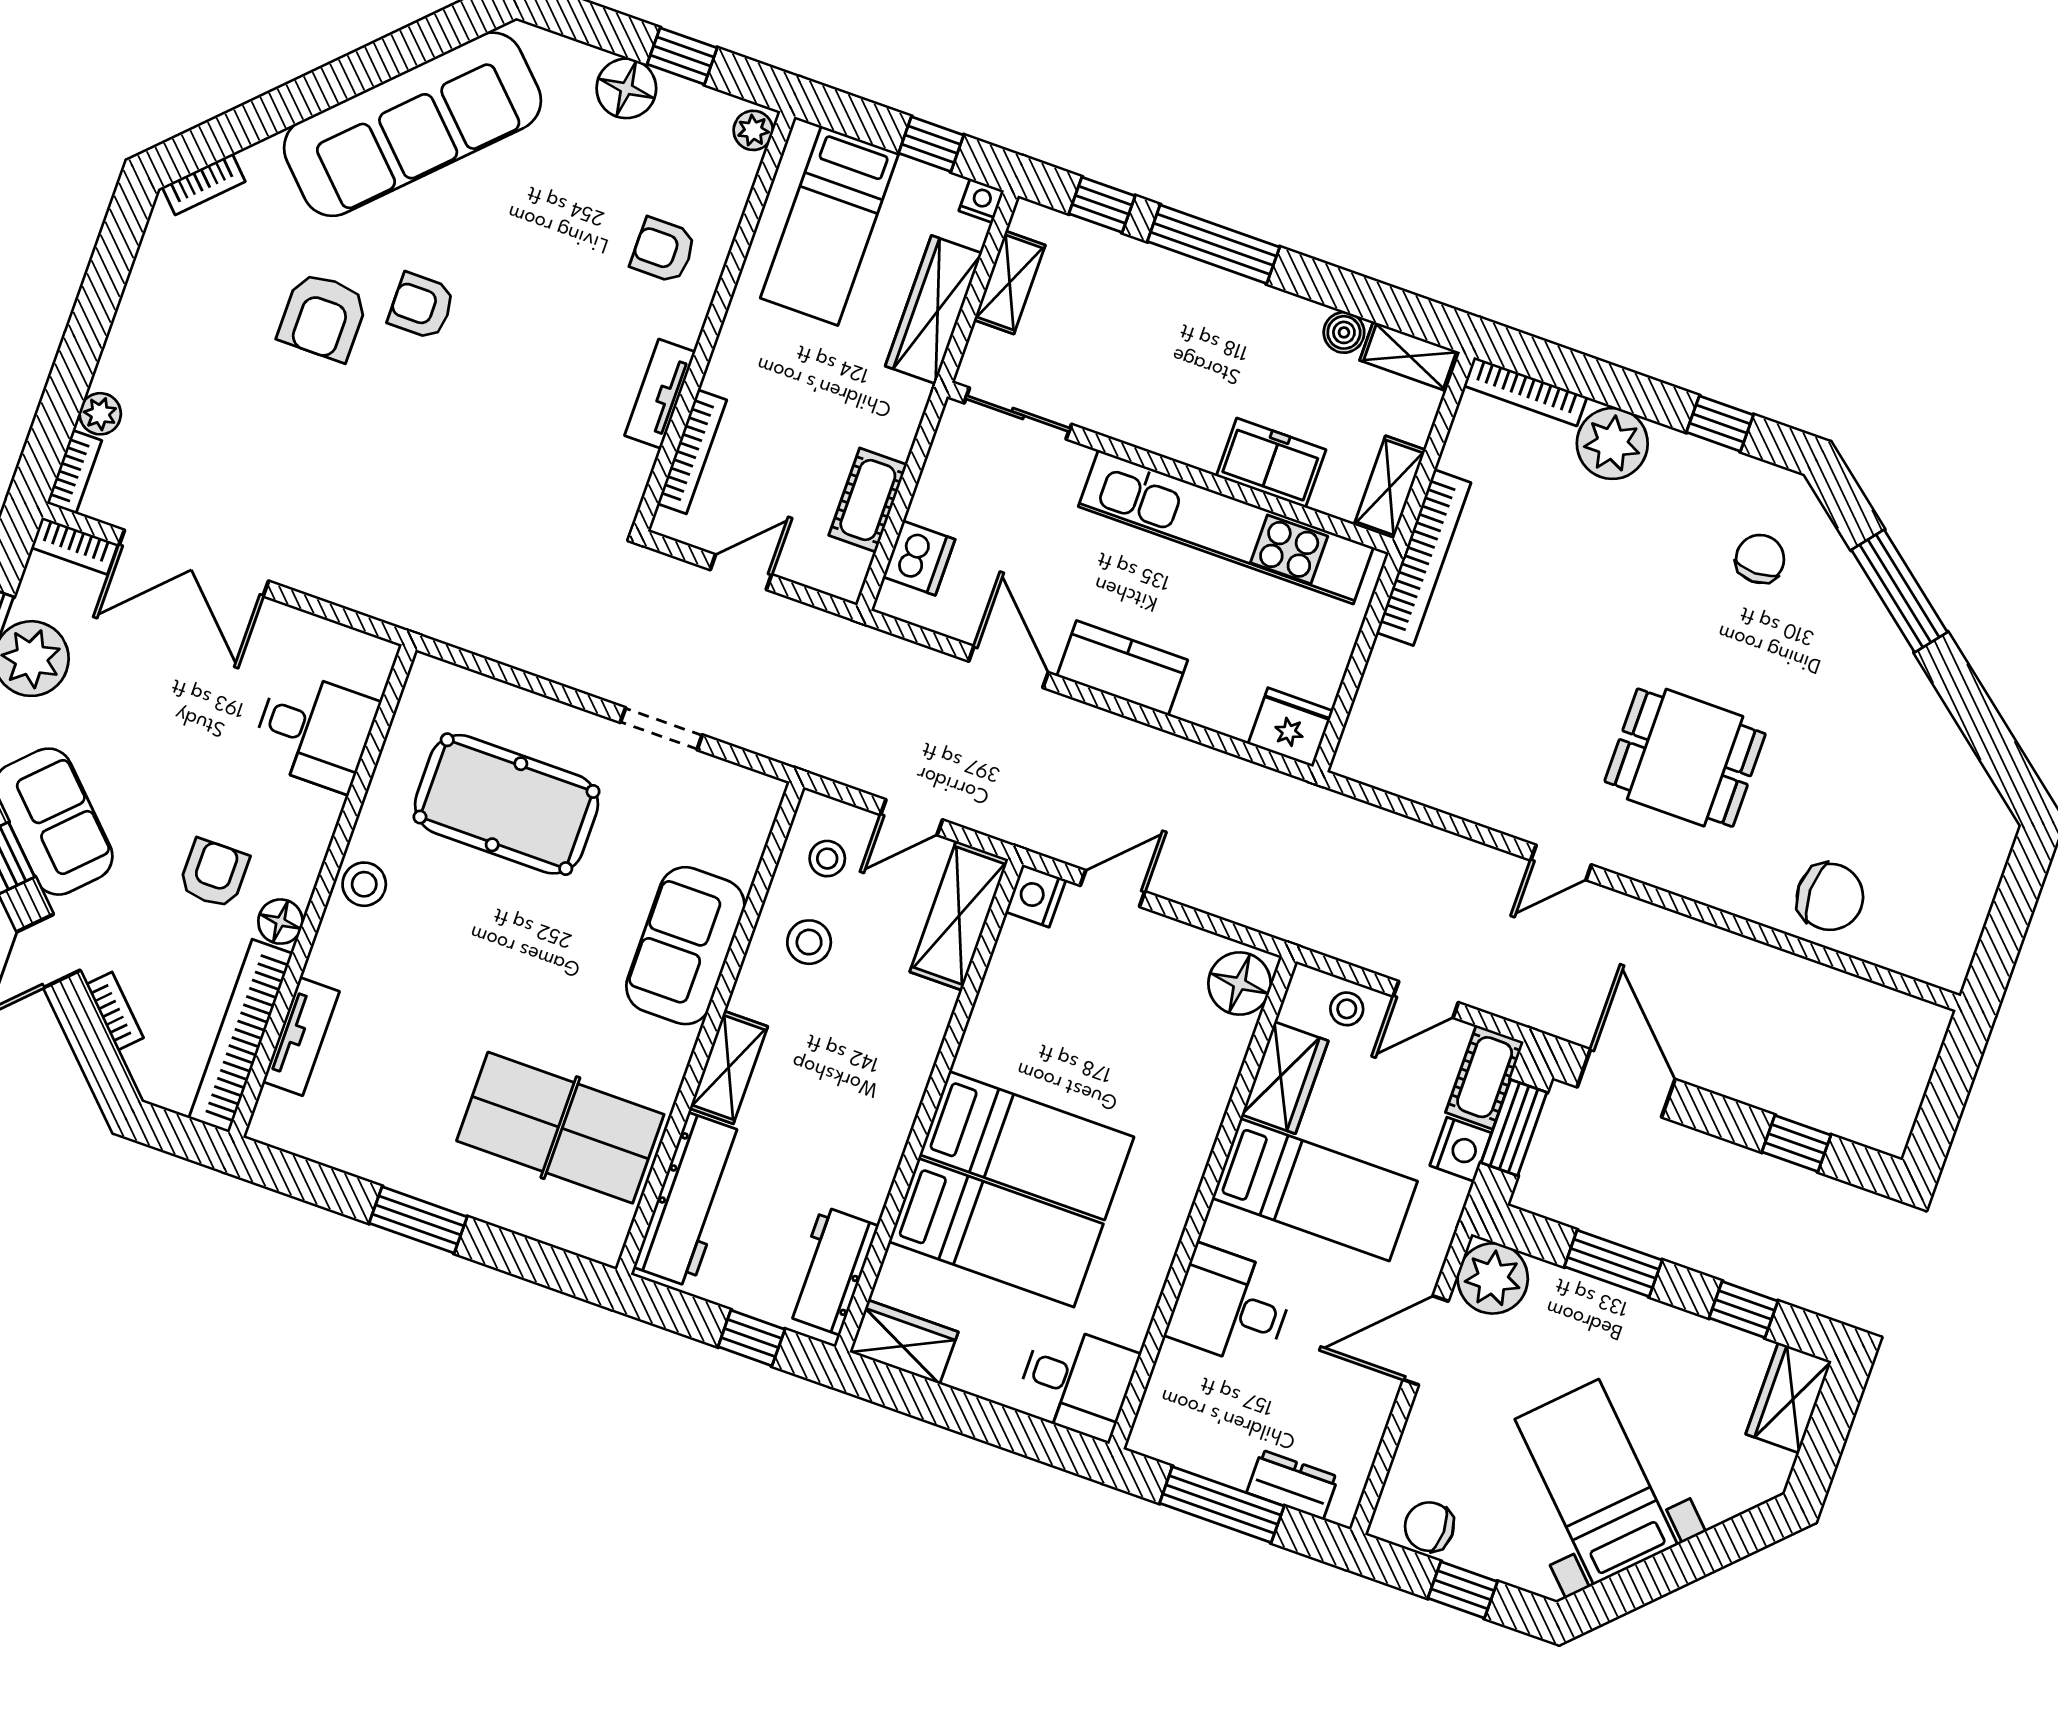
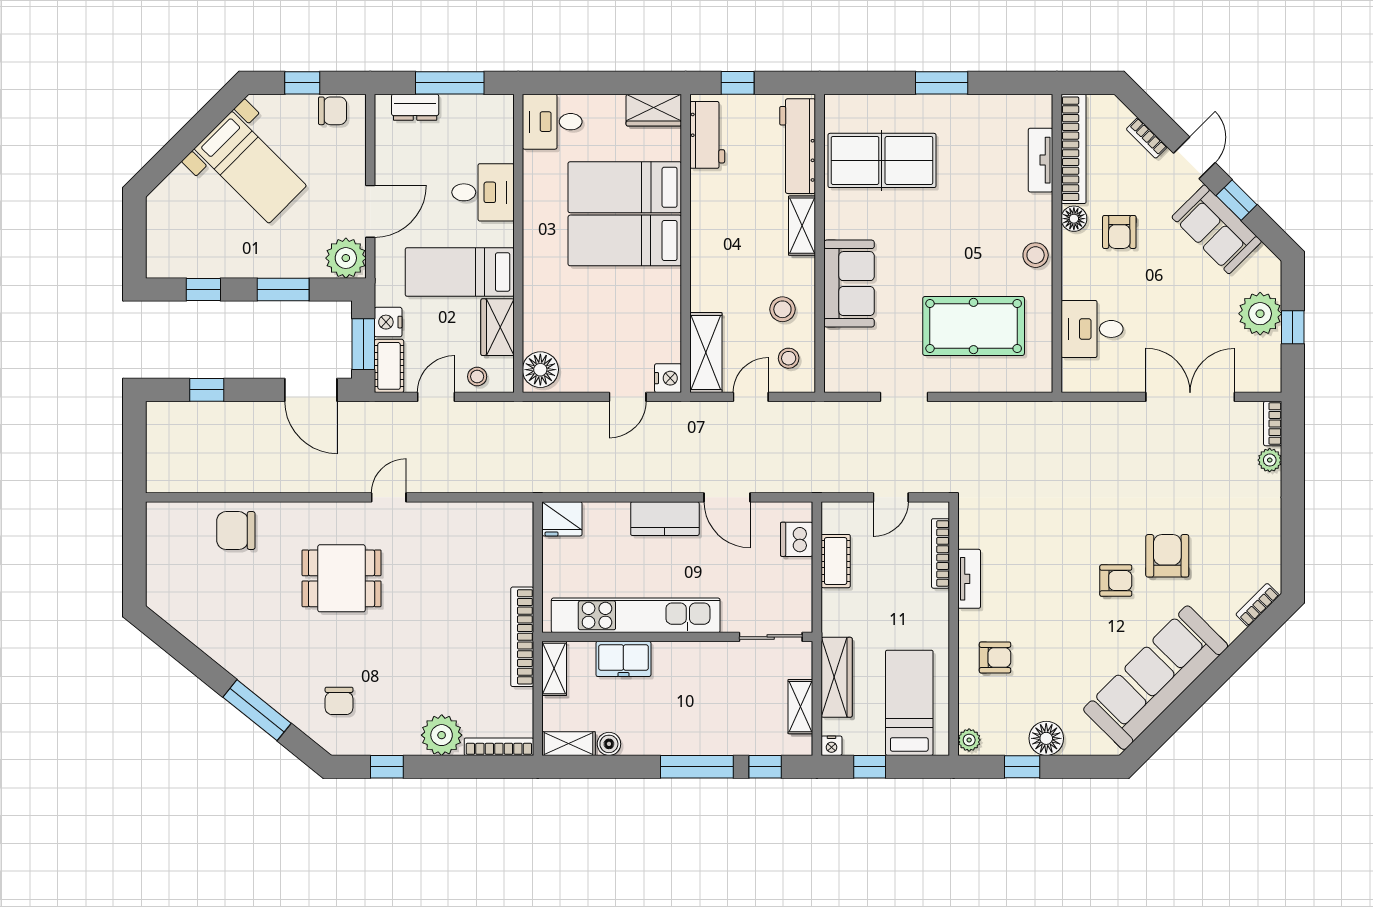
bookcase: (75, 546) -> (1258, 383), removed
wardrobe: (1789, 1398) -> (162, 250), removed

